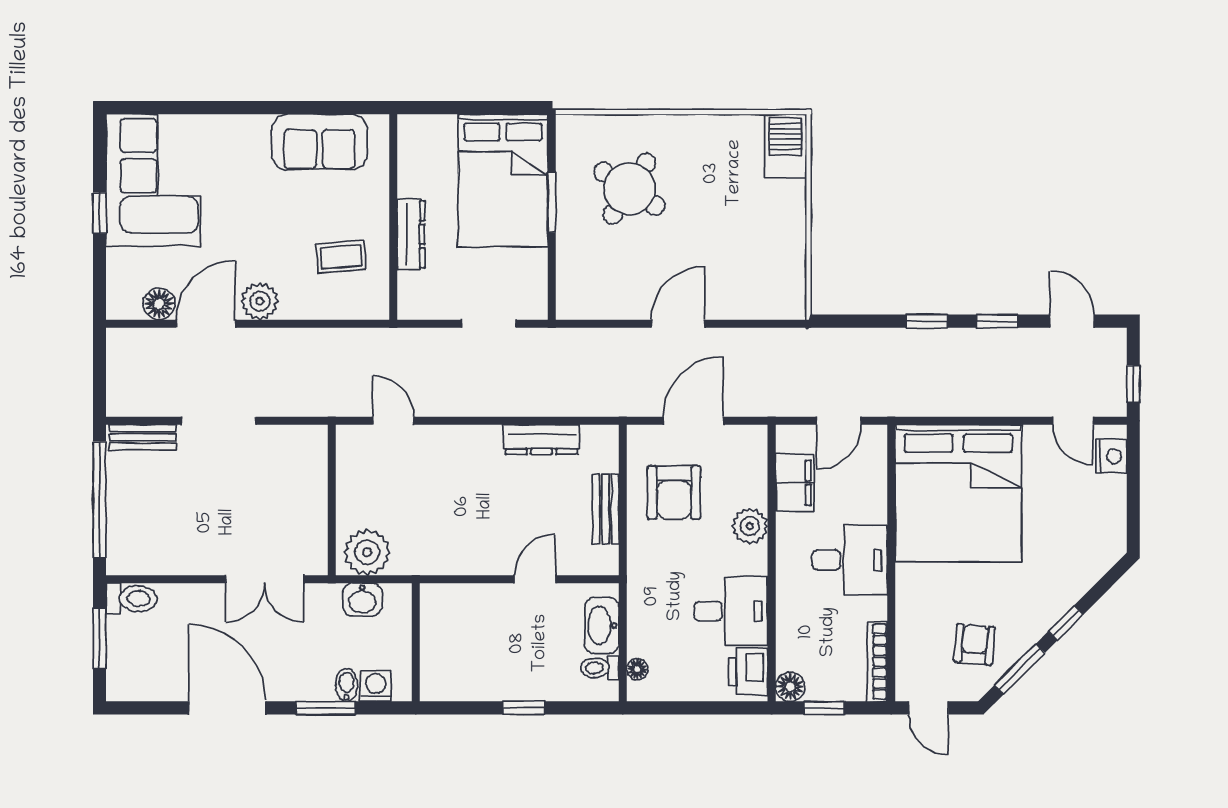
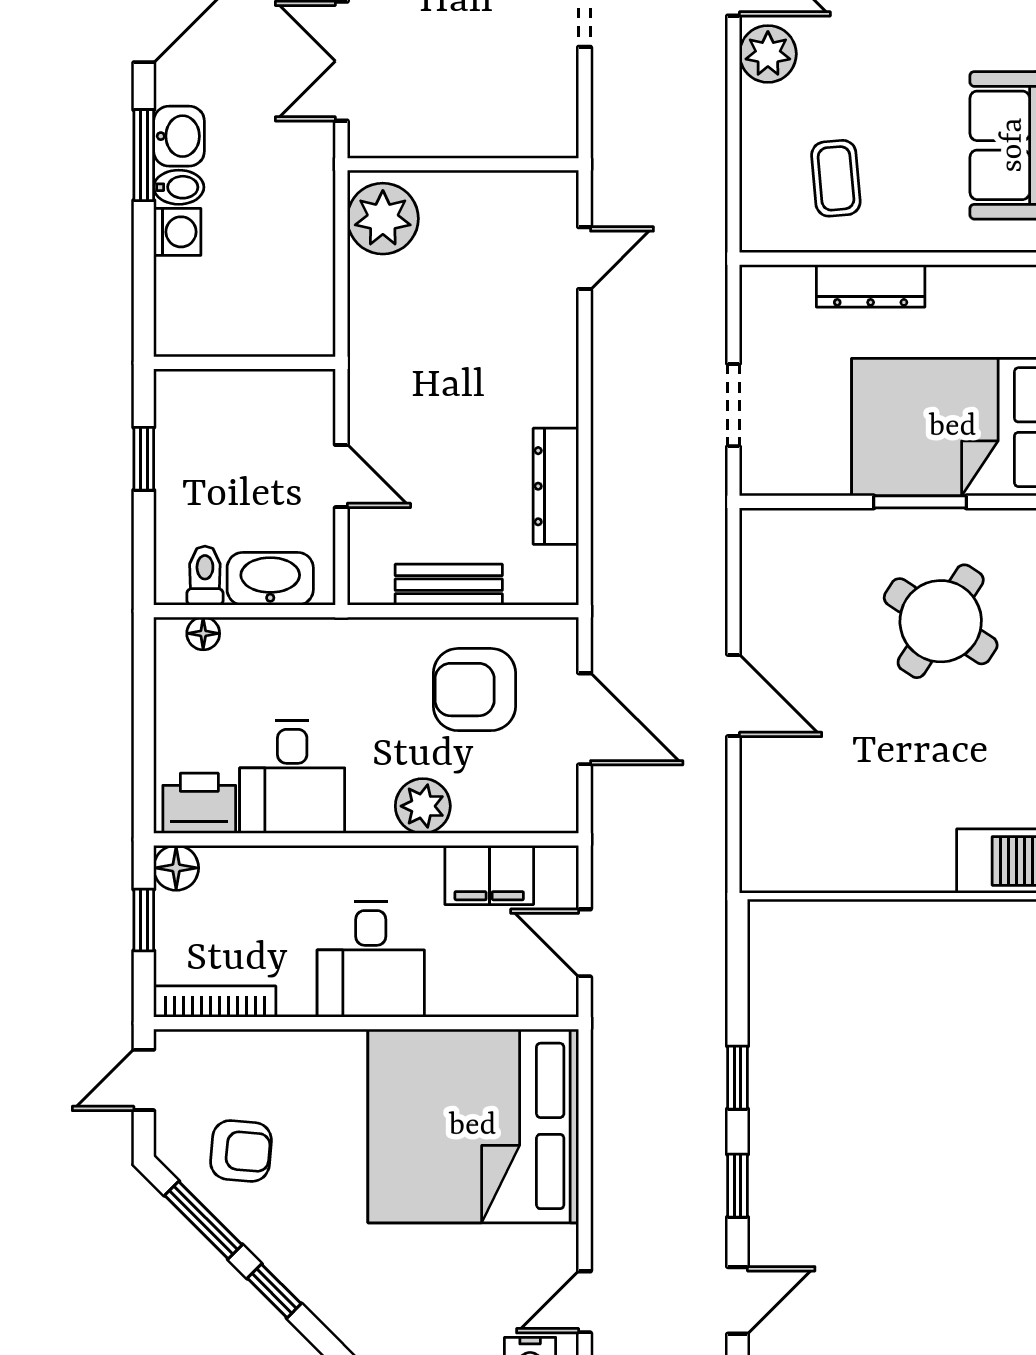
washbasin: (362, 600) -> (179, 136), moved, turned 180
wall: (416, 642) -> (244, 363), moved

